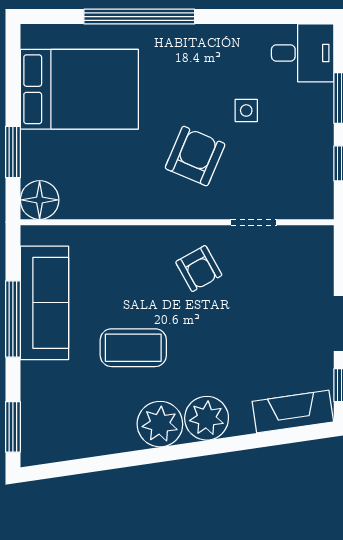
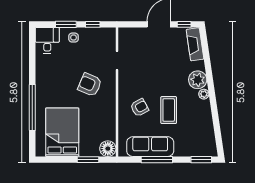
side table: (246, 110) -> (74, 38), moved
armchair: (199, 269) -> (139, 108), moved
plant: (160, 424) -> (204, 94), width x0.53, depth x0.53

